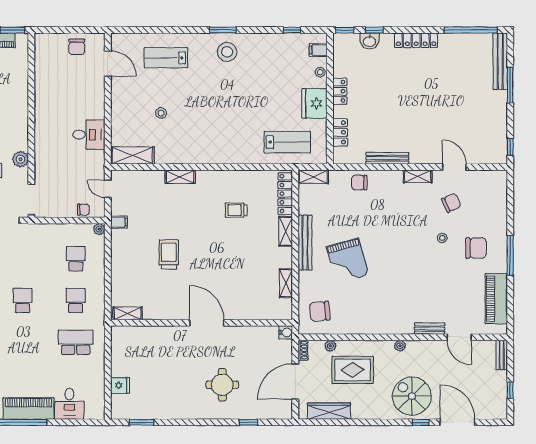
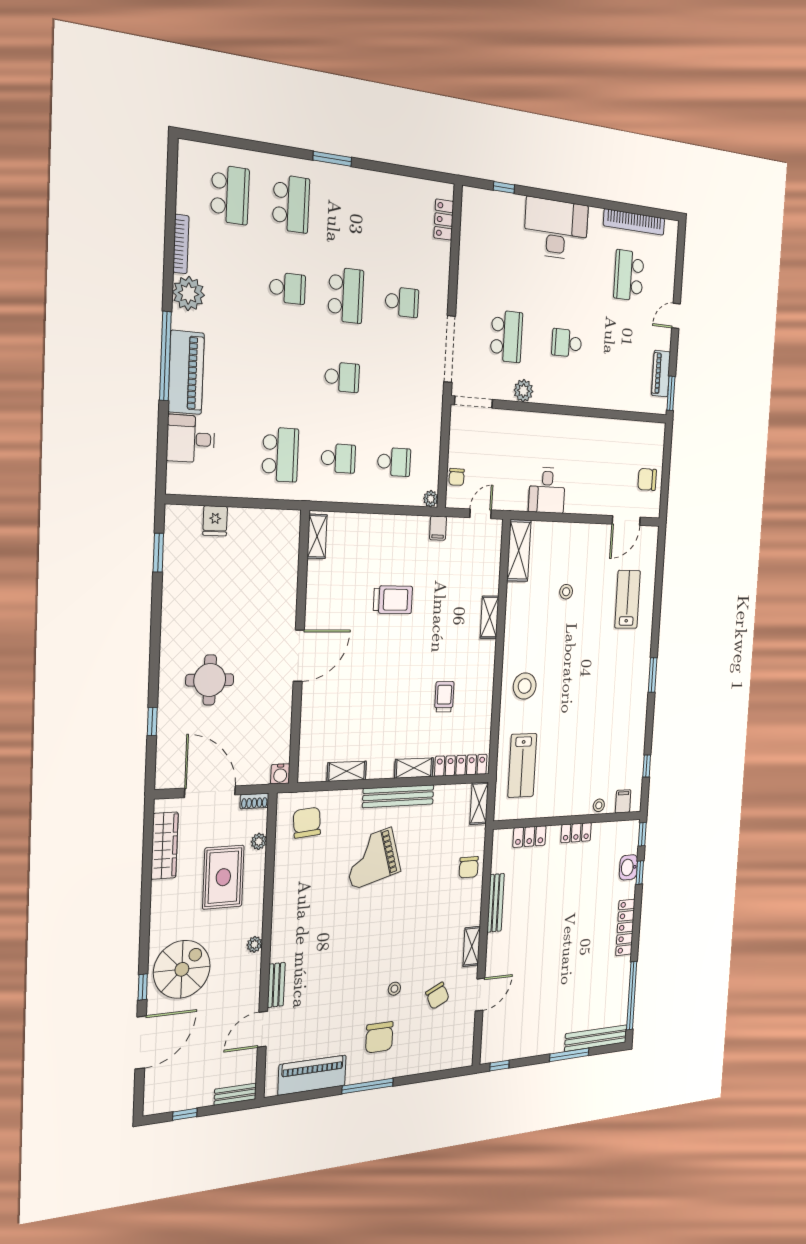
stool: (227, 52) -> (525, 686), moved
fridge: (314, 103) -> (564, 800), removed
chair: (359, 183) -> (469, 867), turned 180

